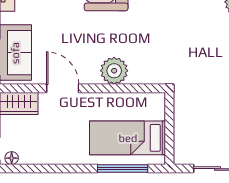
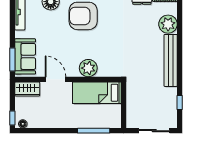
bed: (128, 138) -> (97, 93), moved

